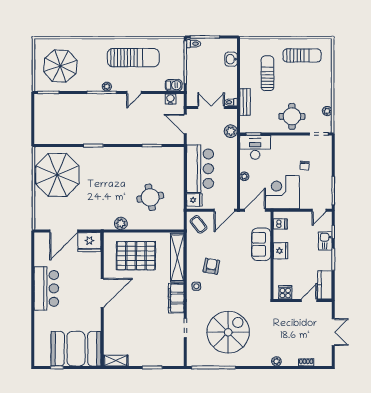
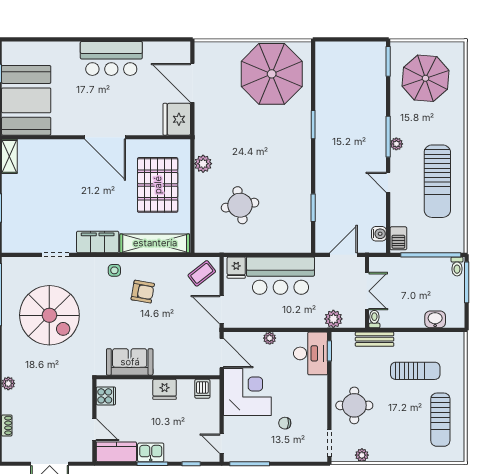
kitchen sink: (325, 241) -> (151, 452), moved
sofa: (261, 244) -> (130, 362), moved

